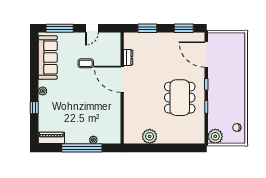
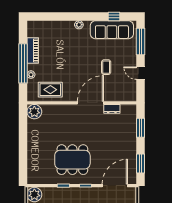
window: (34, 108) -> (114, 16), moved
rug: (109, 120) -> (50, 90), added
plant: (150, 136) -> (34, 112), moved
piano: (51, 138) -> (33, 51), moved

